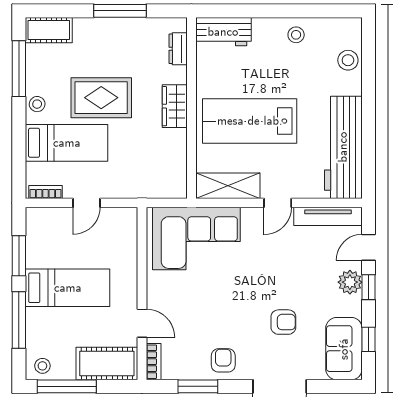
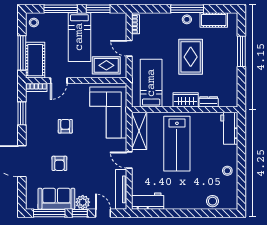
window: (120, 11) -> (241, 51), moved
cot: (49, 30) -> (214, 20), moved, turned 90
dresser: (178, 49) -> (209, 102), moved
window: (19, 69) -> (187, 9), moved
lab bench: (250, 121) -> (177, 144), turned 180
bed: (67, 143) -> (151, 83), moved, turned 180
workbench: (343, 147) -> (148, 201), width x0.53, depth x0.76
rug: (116, 242) -> (106, 65), added
window: (368, 339) -> (49, 213), width x2.17
sofa: (344, 349) -> (56, 199), moved
armchair: (223, 360) -> (65, 126), moved, turned -90
window: (67, 386) -> (22, 53), moved

